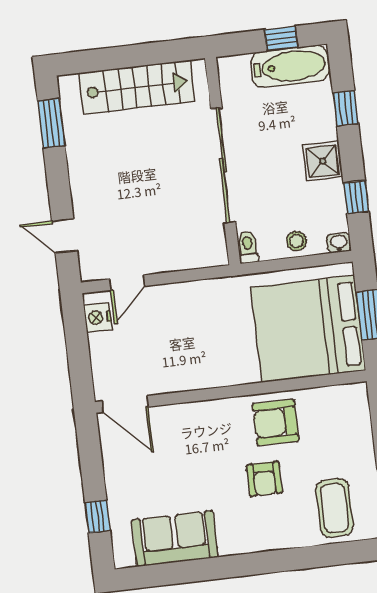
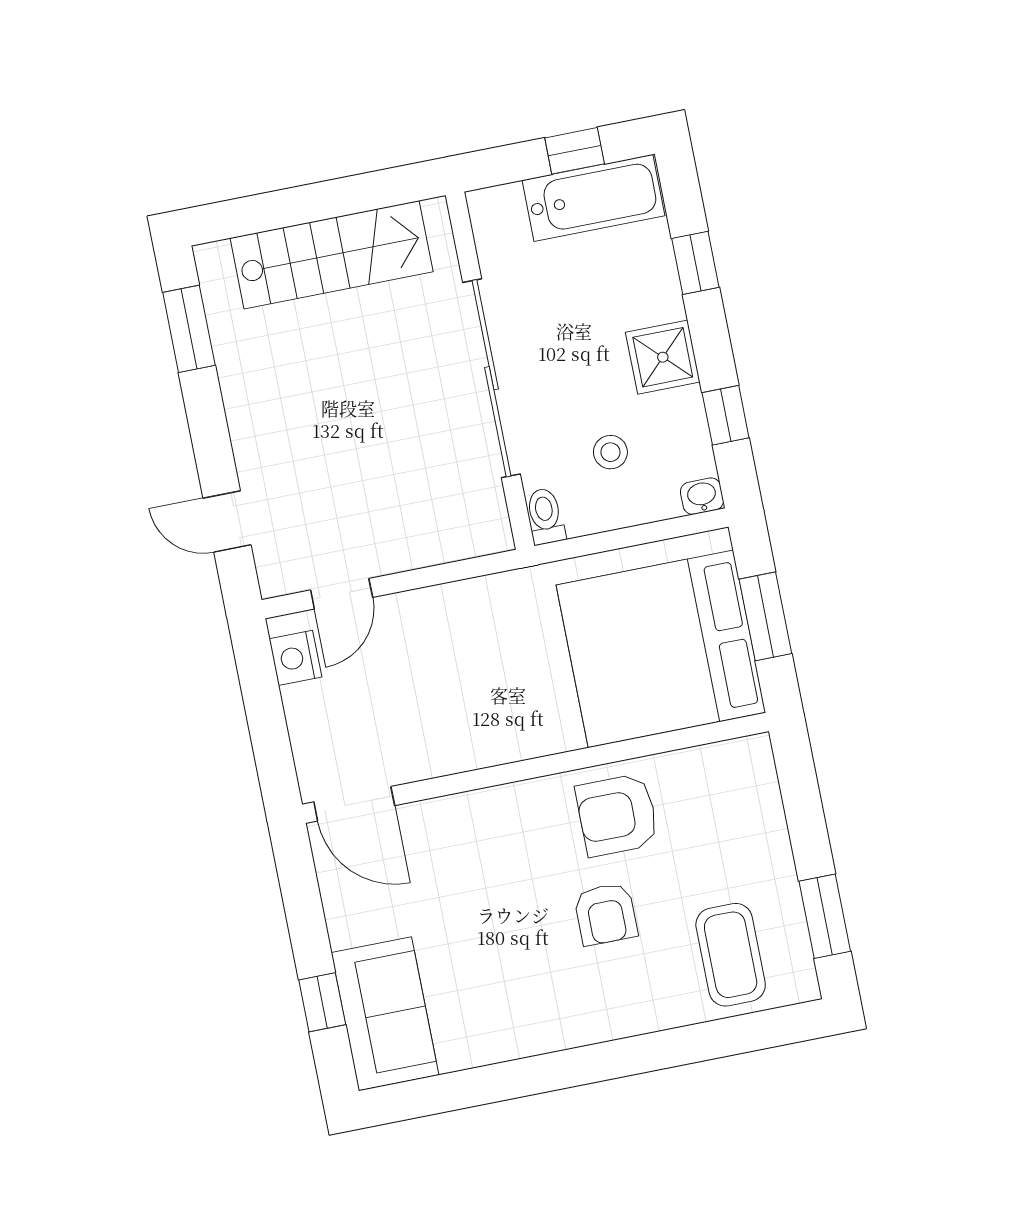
stool: (296, 241) -> (610, 452), moved
sofa: (175, 539) -> (385, 1014), moved, turned 90

